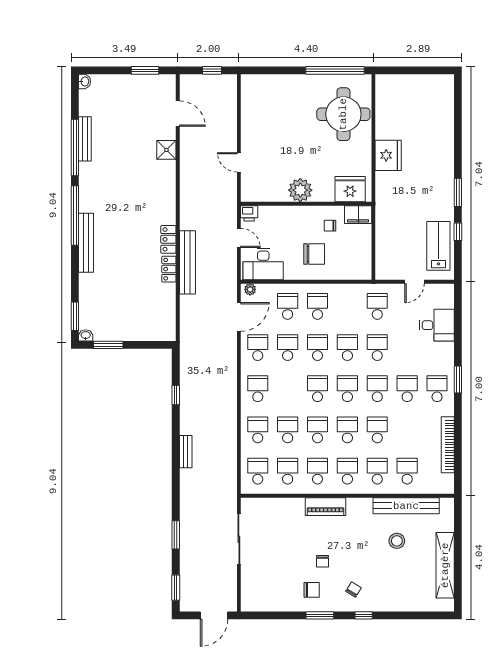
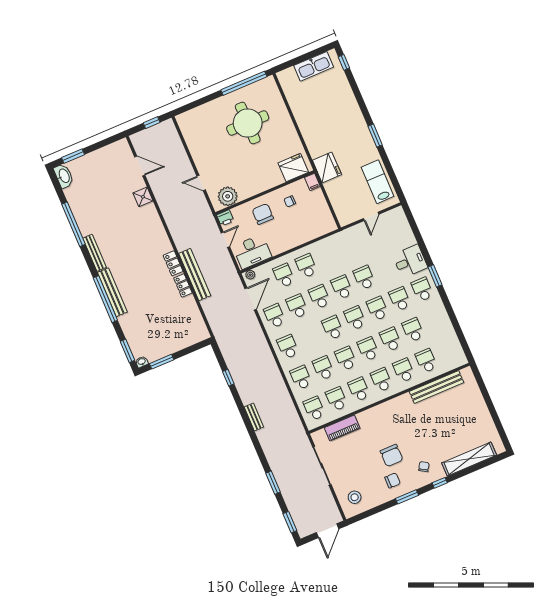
window: (145, 70) -> (73, 156), moved
washbasin: (85, 81) -> (64, 176), width x1.91, depth x1.45
kitchen sink: (422, 85) -> (314, 66), added
round table: (343, 114) -> (248, 123), moved
bench: (85, 139) -> (94, 253), moved
fridge: (388, 155) -> (327, 167), moved
plant: (300, 190) -> (228, 196), moved
filing cabinet: (358, 215) -> (312, 182), width x0.50
window: (75, 216) -> (105, 299), moved
window: (458, 232) -> (344, 62), moved
door: (239, 238) -> (225, 240), hinge flipped
chair: (314, 254) -> (263, 214), moved, turned -90
school desk: (377, 306) -> (413, 330), moved
desk: (437, 325) -> (410, 261), moved
bookcase: (448, 445) -> (448, 328), removed
piano: (326, 507) -> (342, 428), moved
stool: (397, 541) -> (355, 497), moved
chair: (322, 561) -> (392, 455), width x1.87, depth x1.87
shelving: (445, 565) -> (469, 459), moved, turned 90

